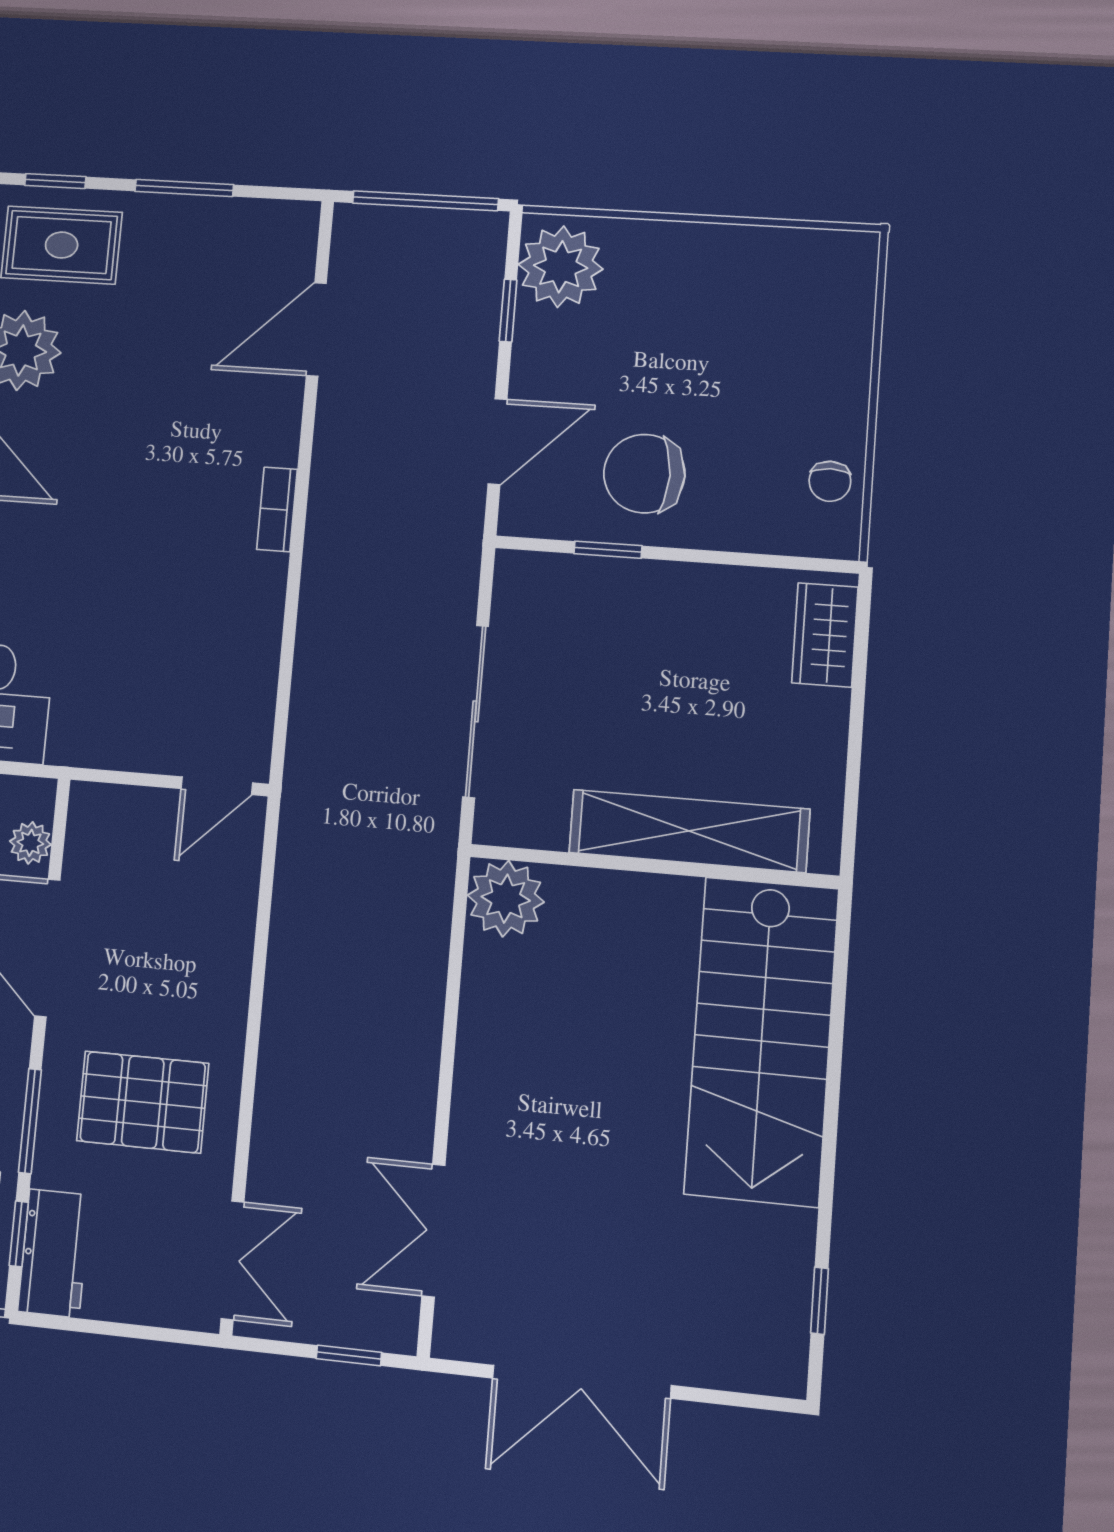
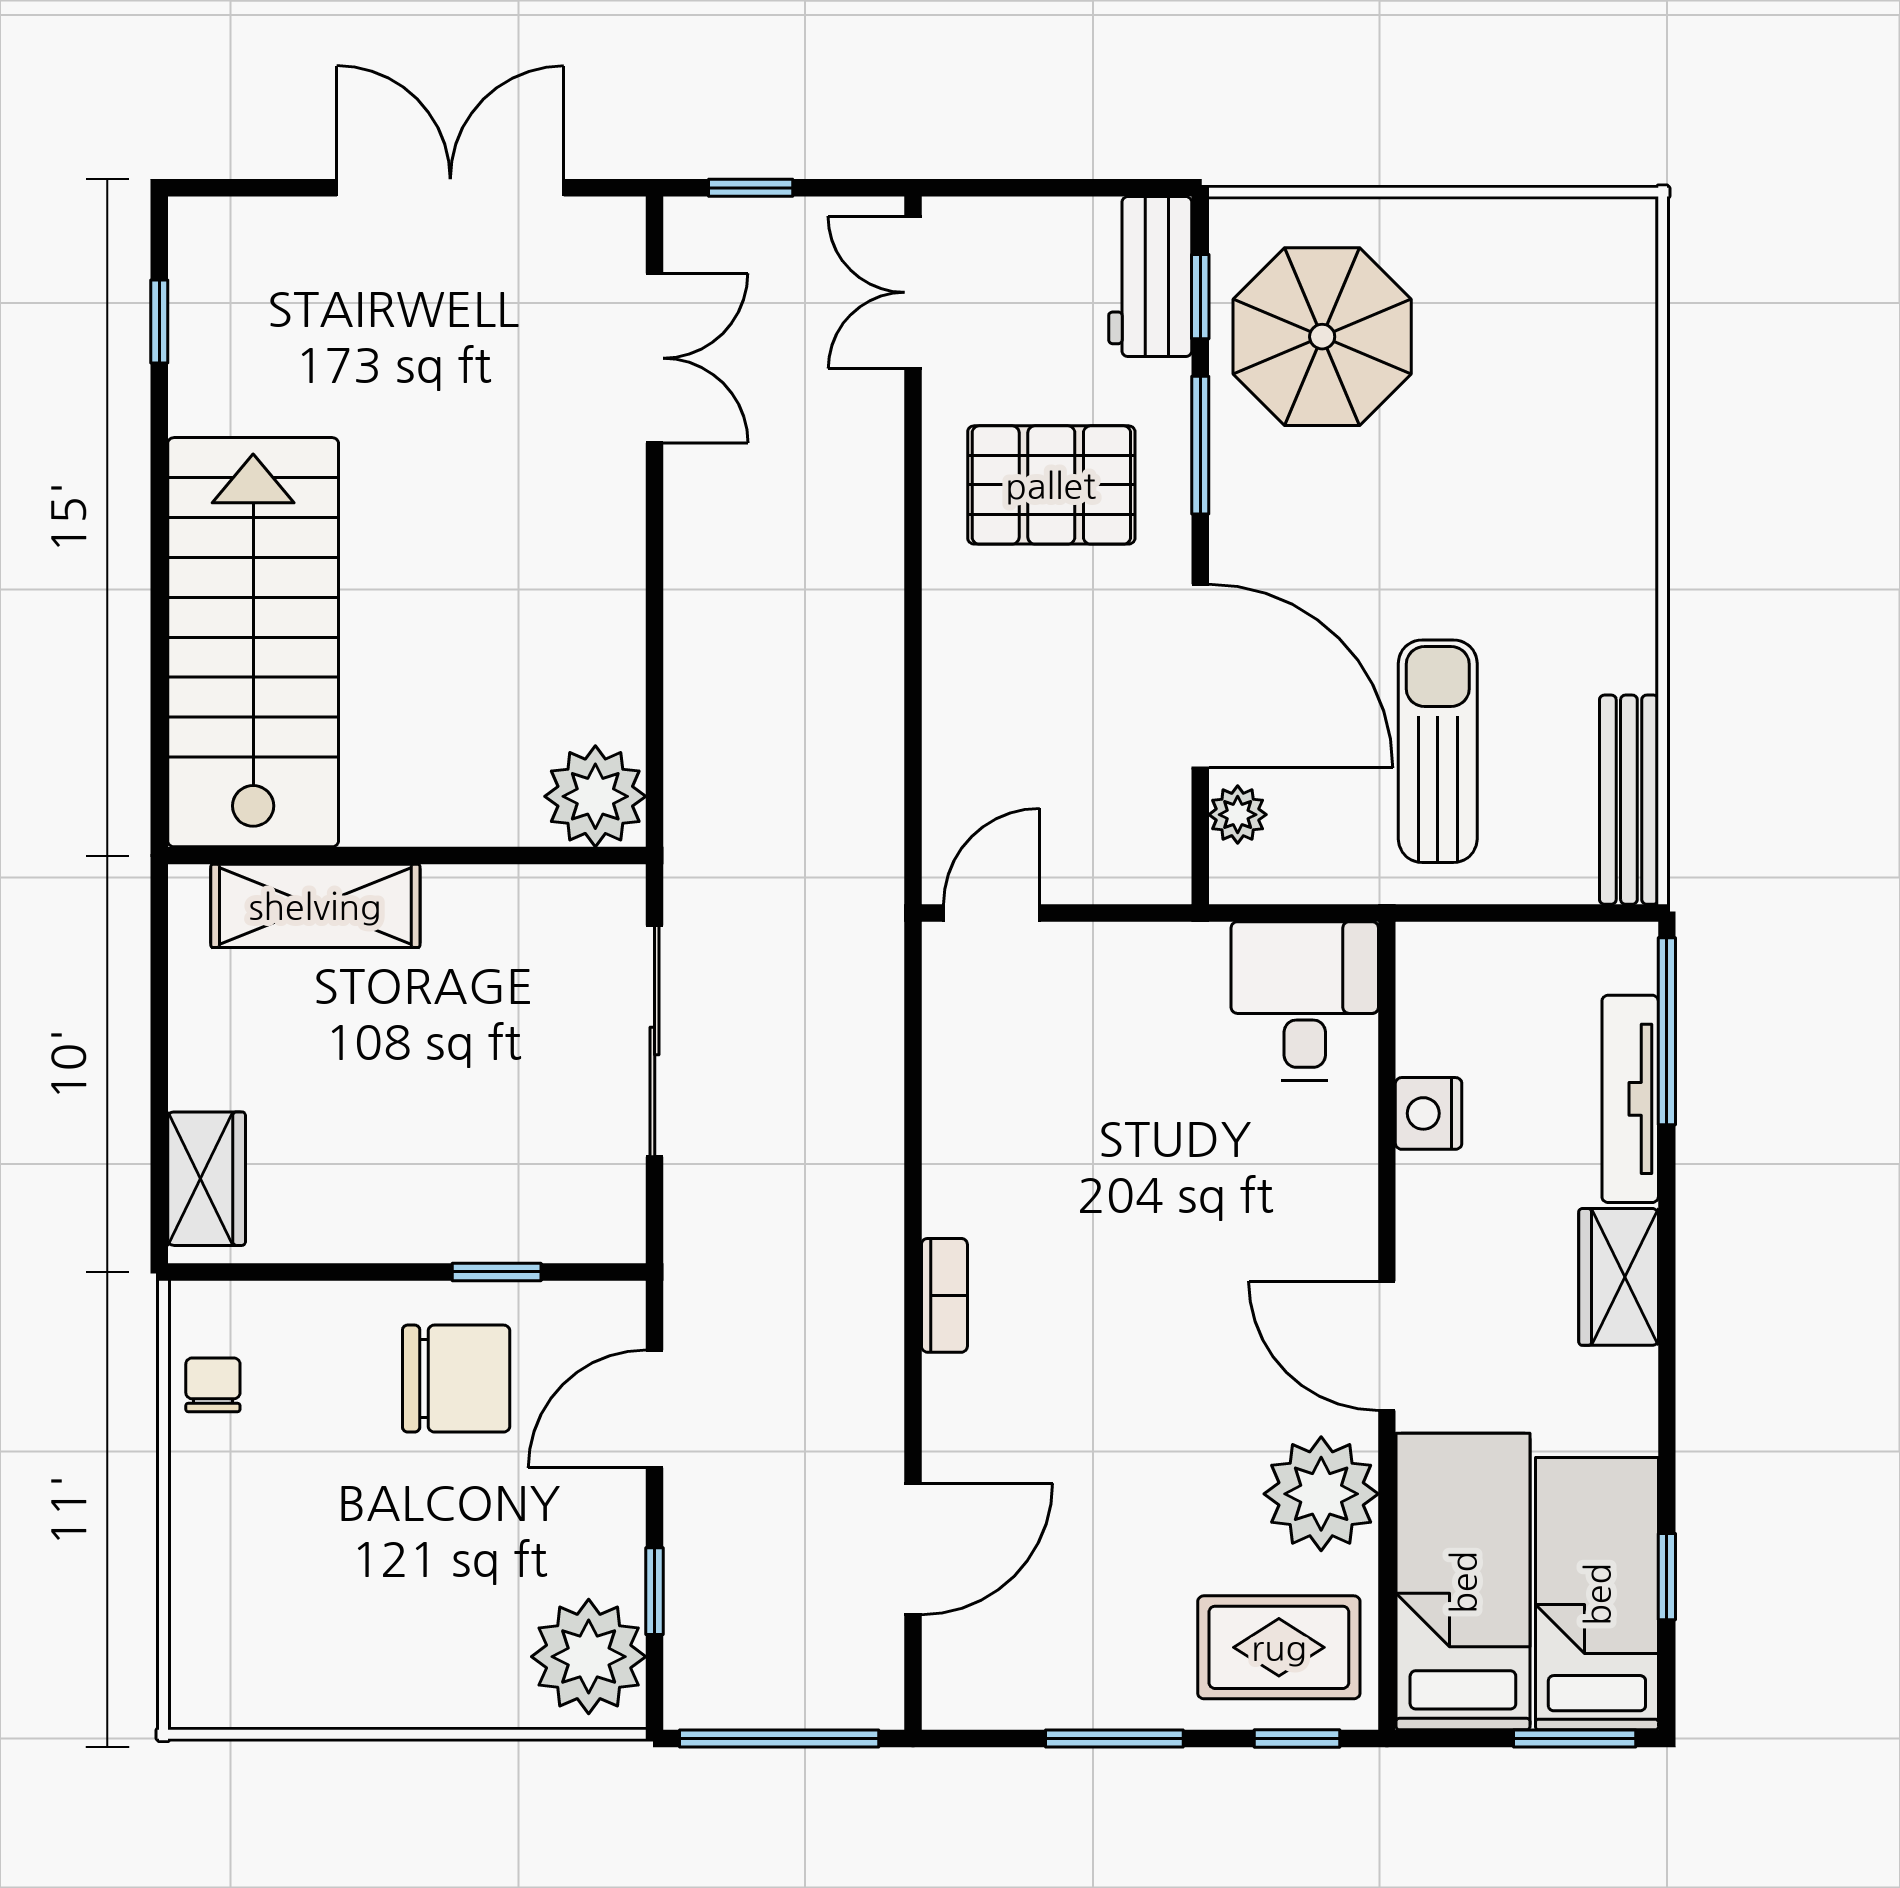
shelving: (689, 831) -> (315, 906), width x0.68

